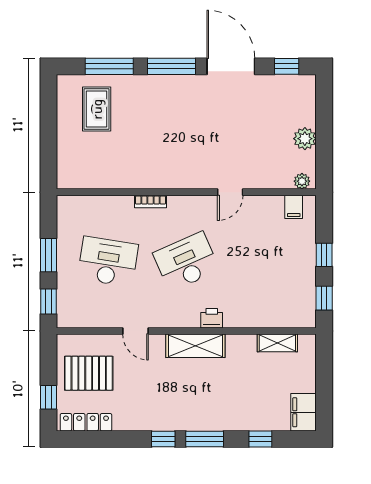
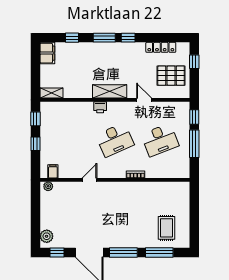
plant: (305, 139) -> (47, 236), moved
window: (48, 255) -> (194, 144), width x1.44
desk: (108, 262) -> (160, 140), turned -30
shelving: (277, 343) -> (51, 93), moved
locker: (86, 422) -> (161, 47), moved

